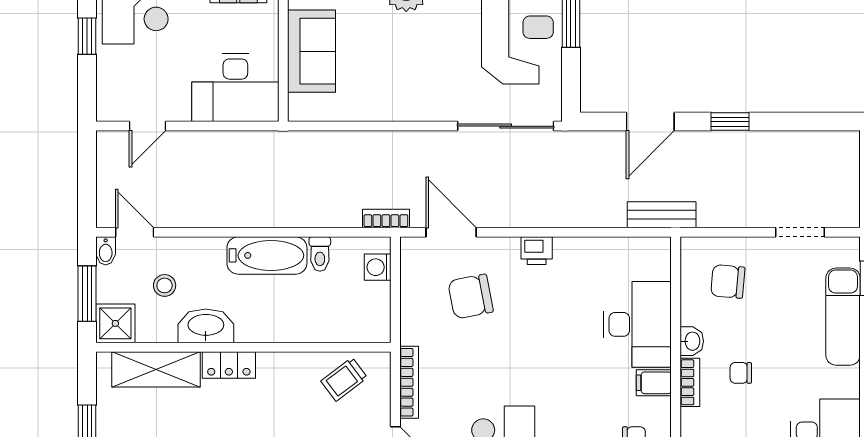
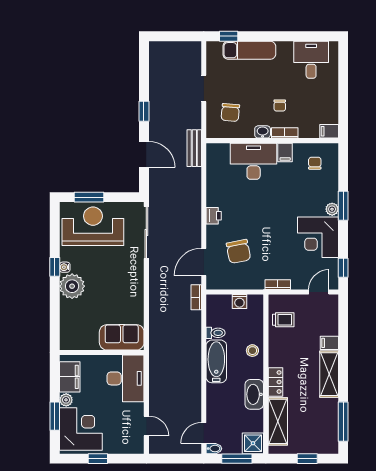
sofa: (312, 51) -> (122, 337), moved
doorway: (800, 232) -> (204, 89), moved
washing machine: (378, 267) -> (239, 302), moved
stool: (165, 285) -> (252, 351), moved
trolley: (344, 379) -> (283, 320), turned -53
bookcase: (409, 382) -> (278, 285), width x0.64

